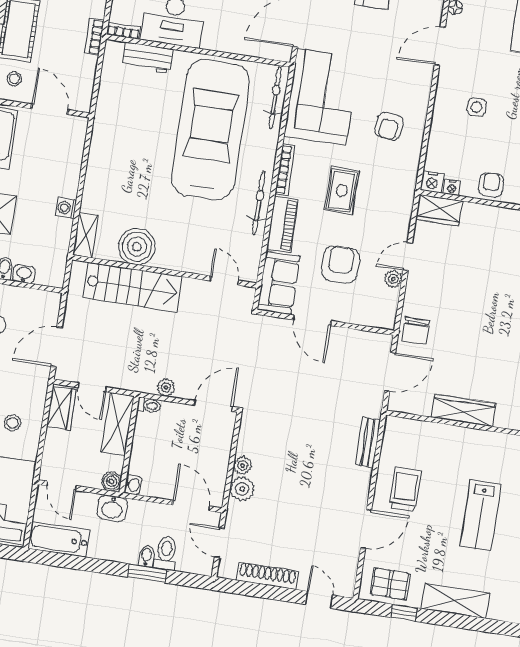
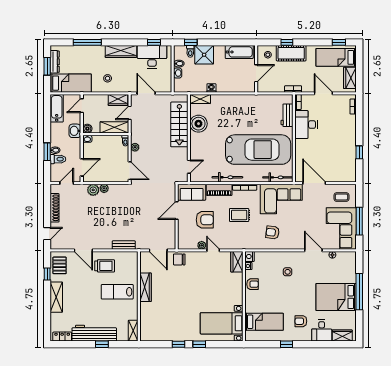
lab bench: (481, 515) -> (117, 292), moved

